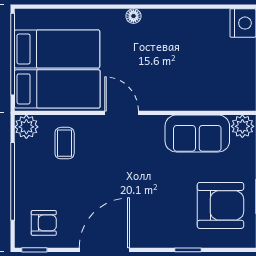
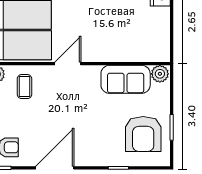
door: (122, 113) -> (68, 64), hinge flipped
armchair: (220, 205) -> (143, 134), turned 90

